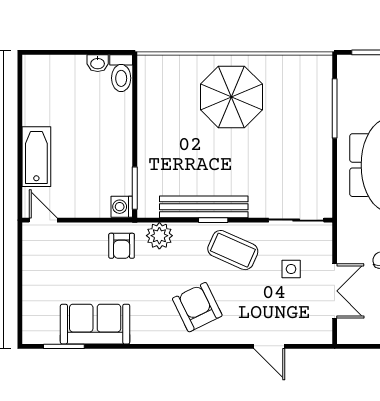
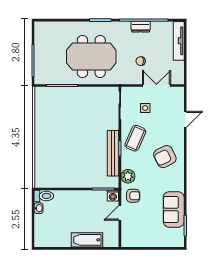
parasol: (231, 97) -> (56, 139), removed
door: (43, 220) -> (120, 213), moved

